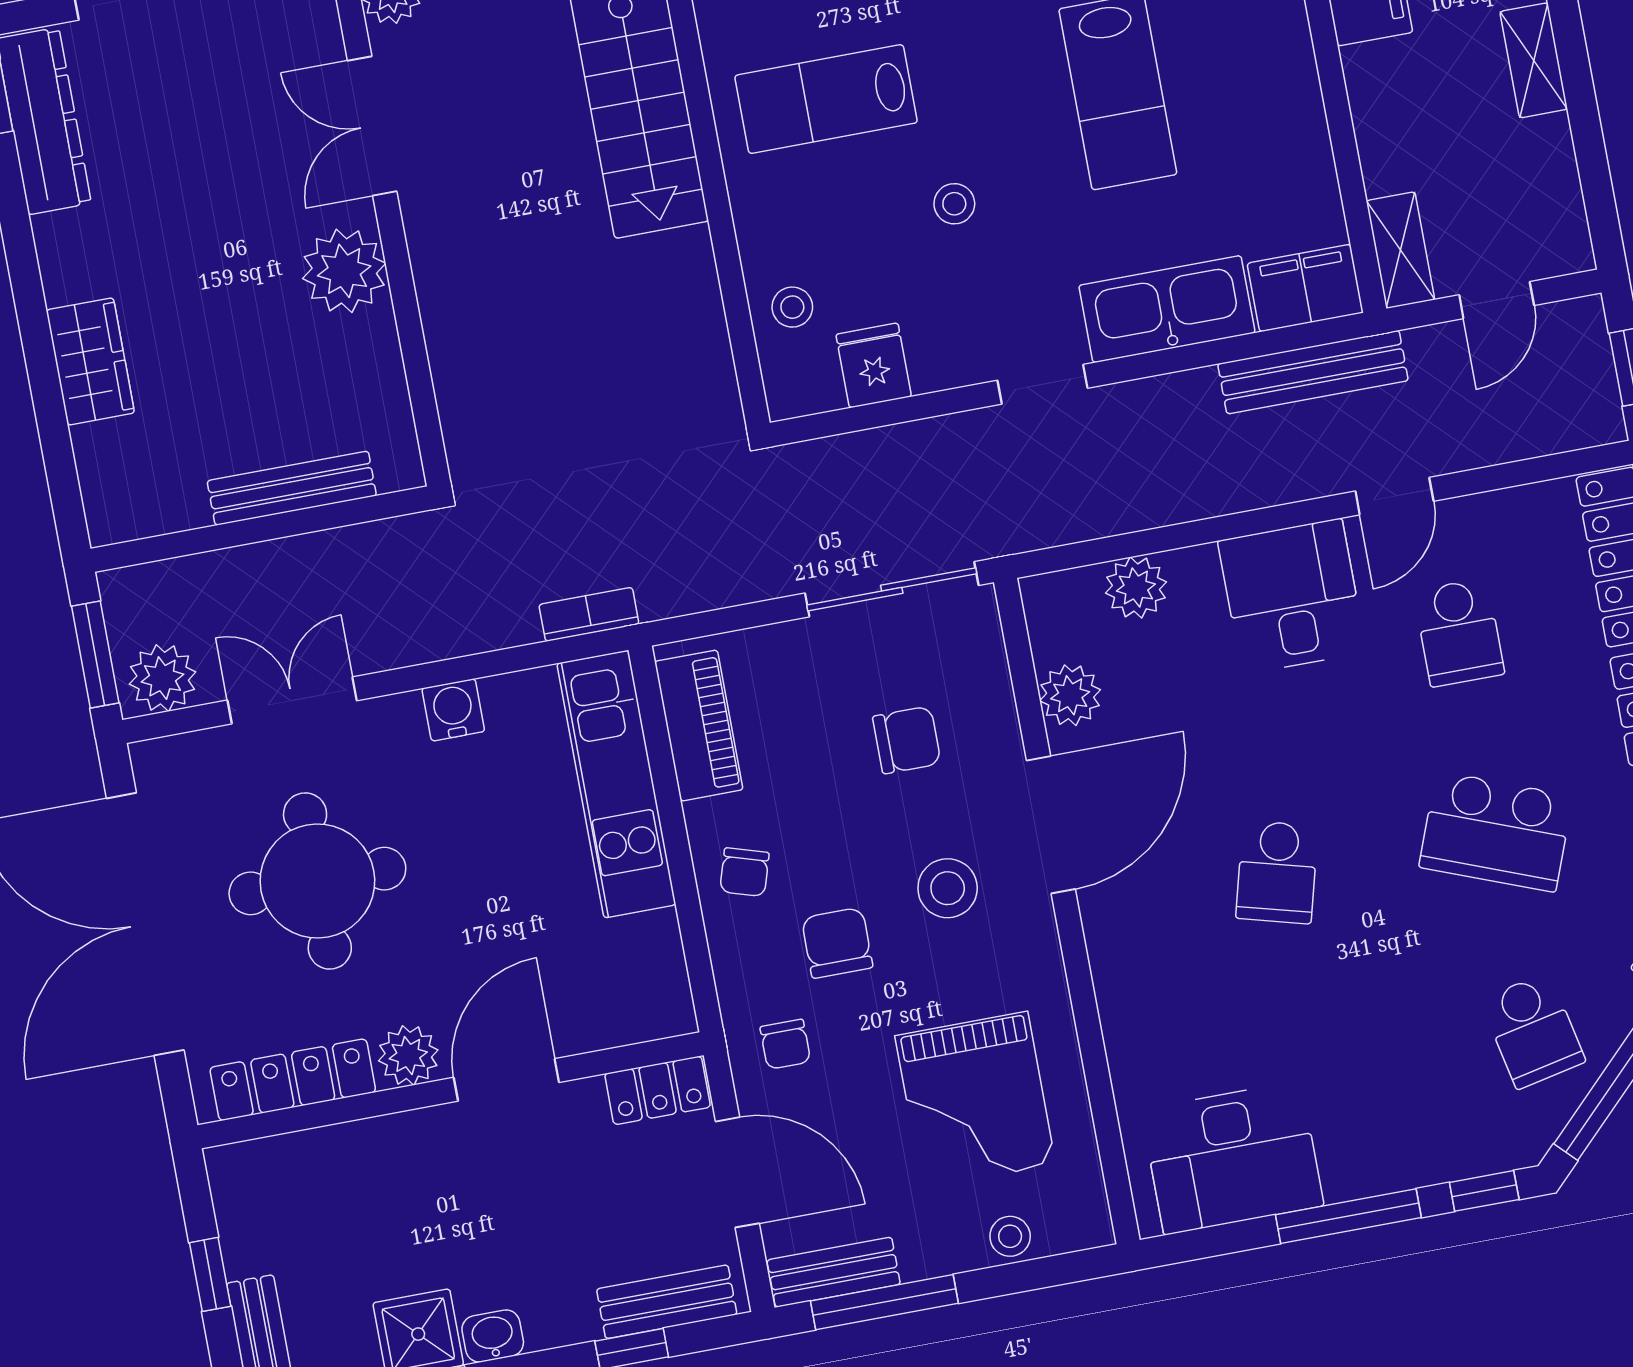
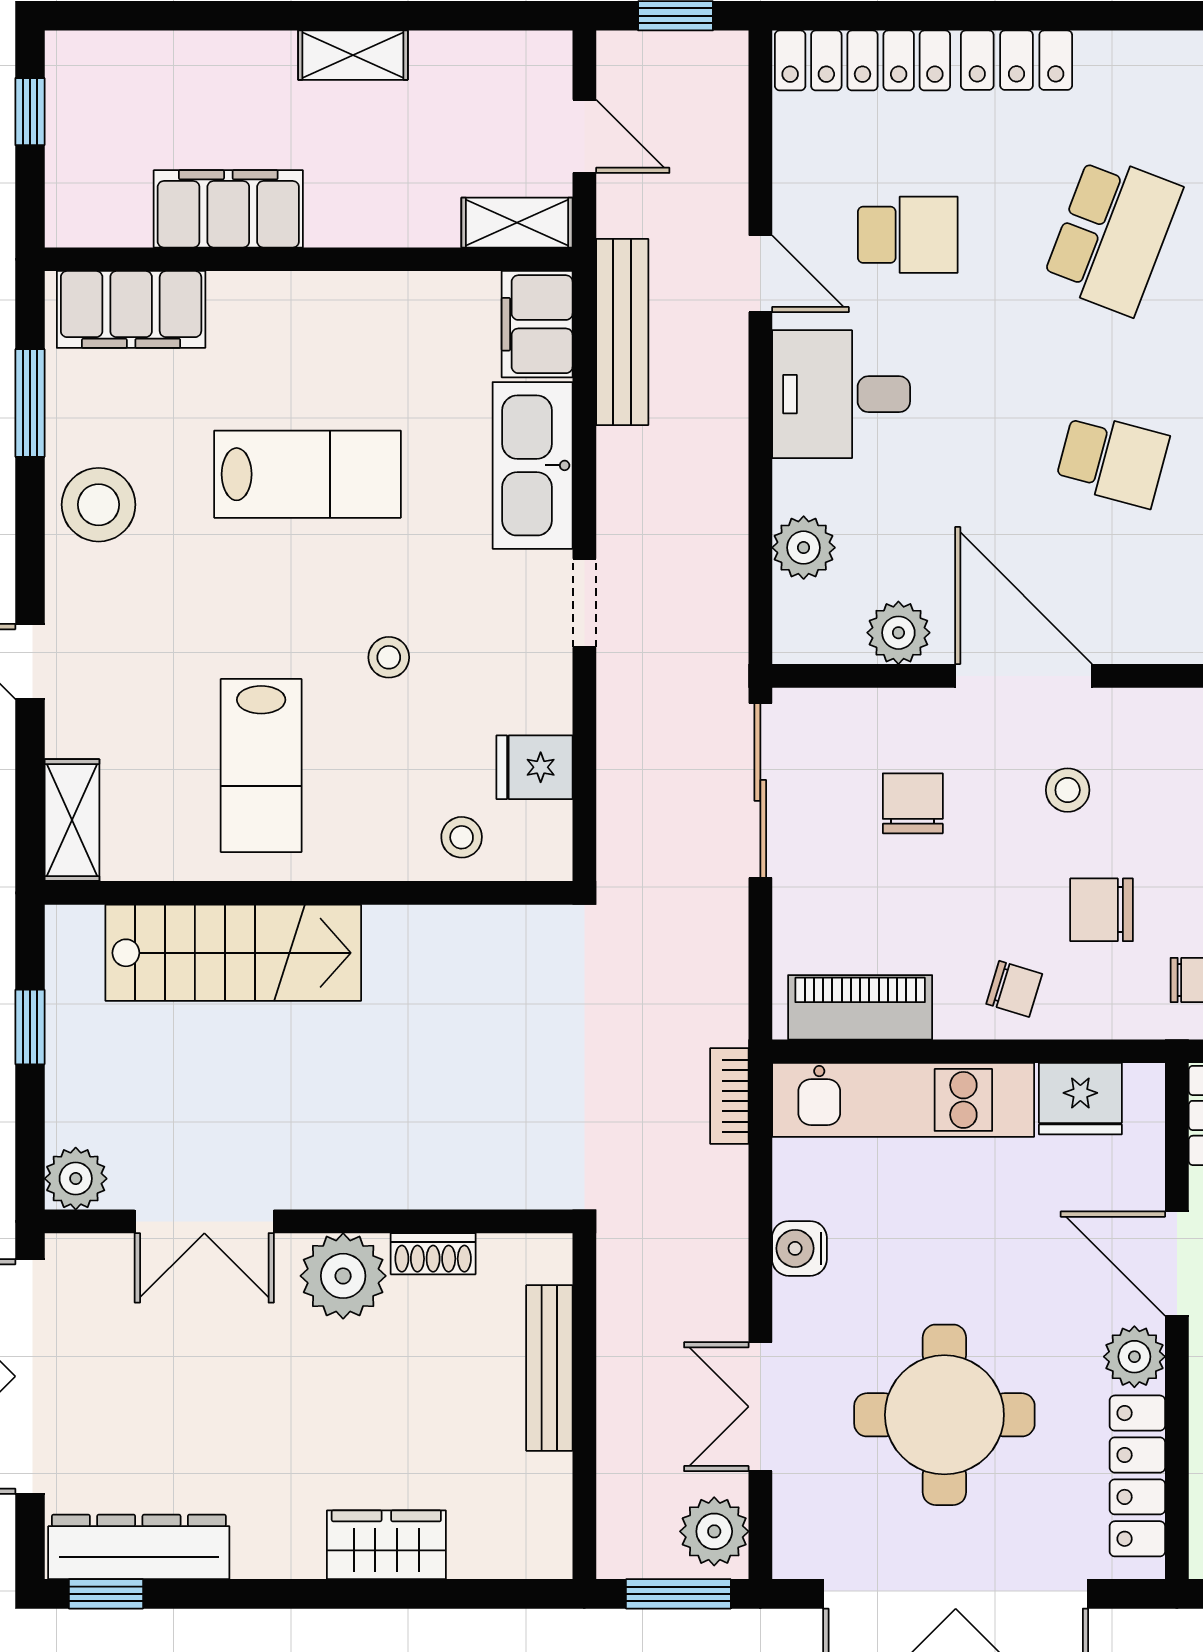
shoe rack: (382, 354) -> (433, 1254), added
stool: (948, 888) -> (1068, 790), width x0.73, depth x0.73
fridge: (650, 956) -> (1080, 1099), added

